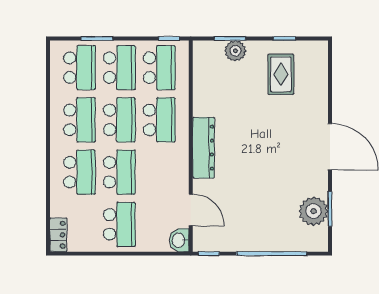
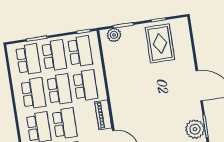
plant: (235, 51) -> (114, 35), moved
rug: (281, 74) -> (160, 43), width x1.36, depth x1.43
dresser: (203, 148) -> (117, 99), removed
piano: (179, 168) -> (103, 115), added

